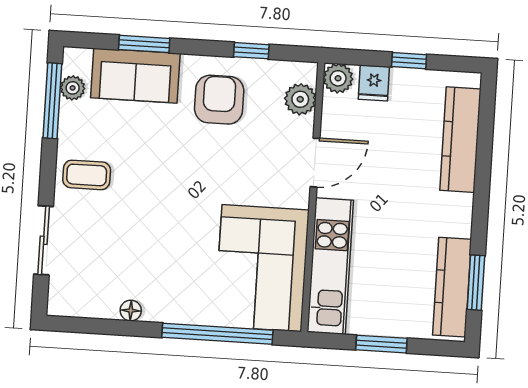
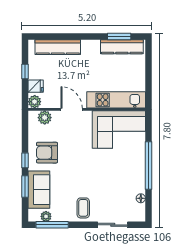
window: (251, 51) -> (25, 160), moved
floor lamp: (131, 311) -> (141, 198), moved
window: (217, 334) -> (148, 166), moved
window: (381, 344) -> (148, 76), removed

